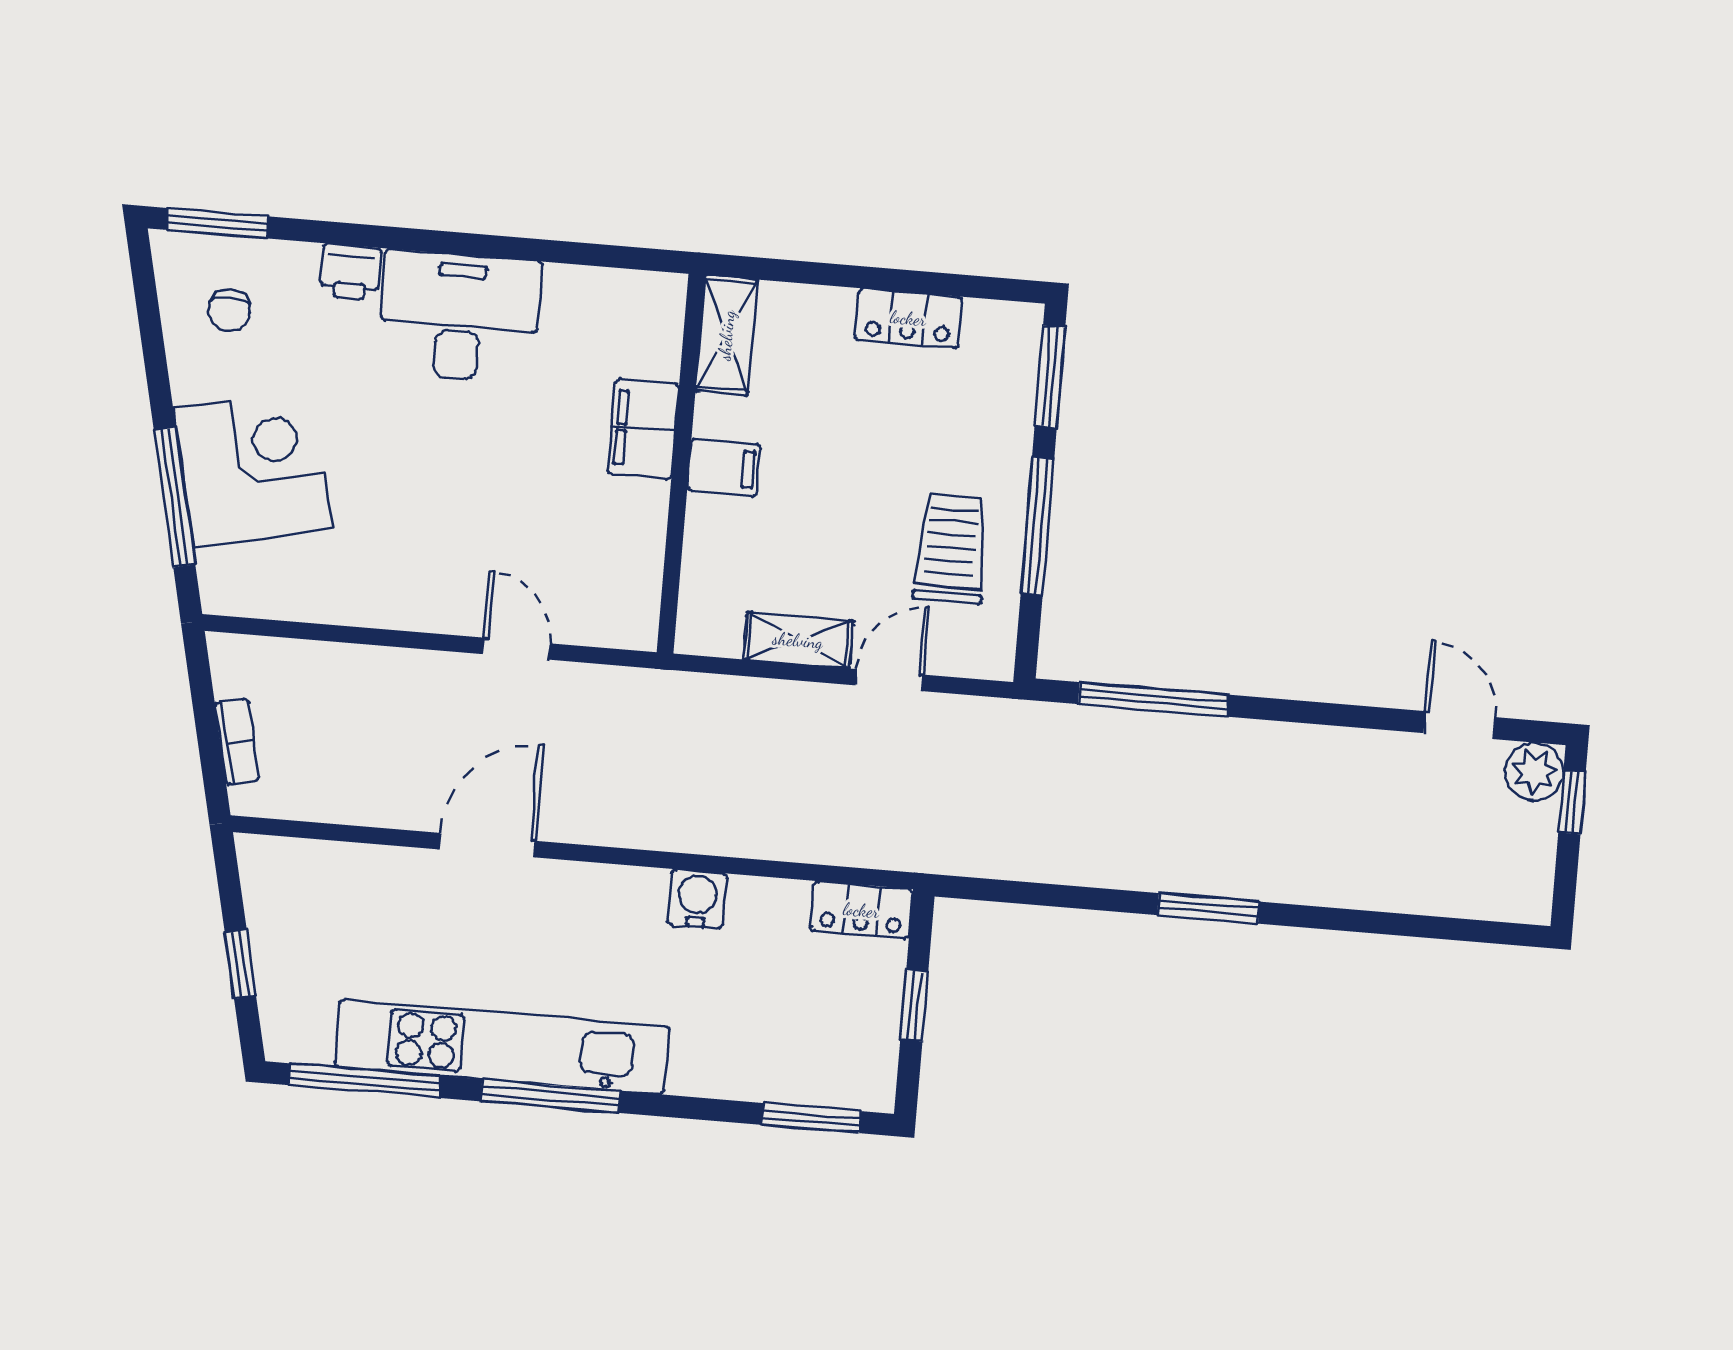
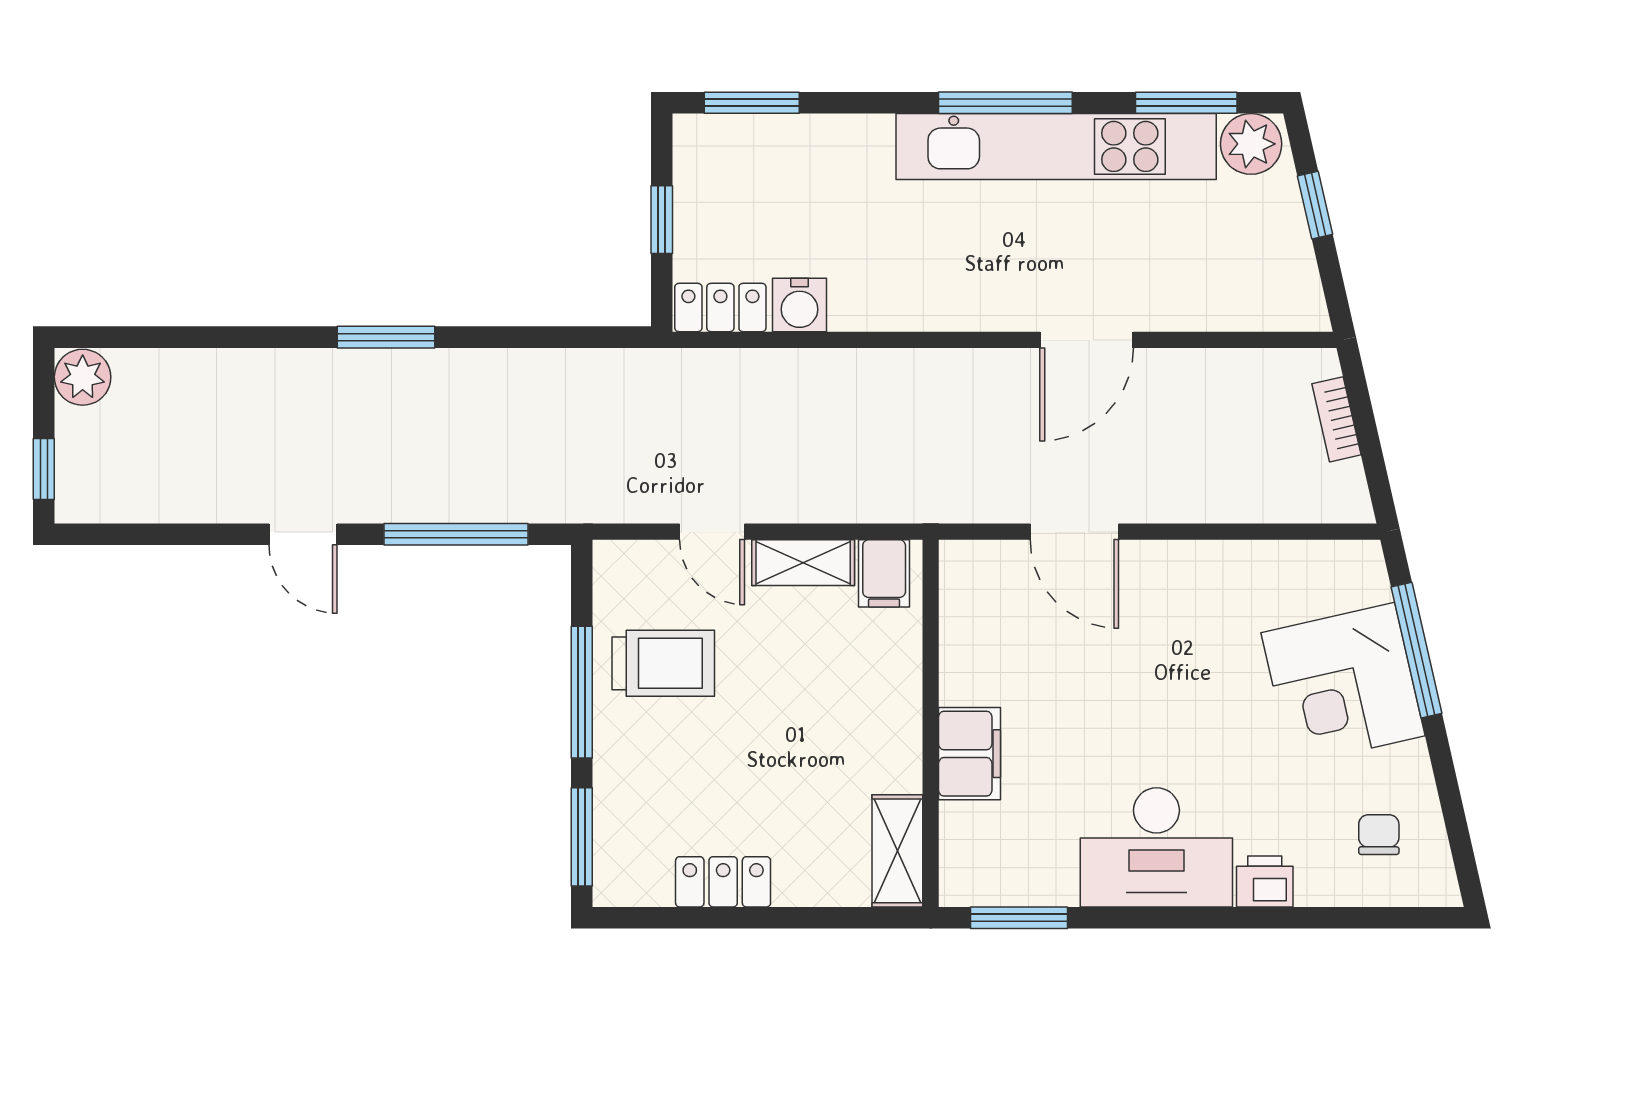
window: (217, 223) -> (1019, 918), moved
filing cabinet: (724, 467) -> (884, 573), moved, turned -90
trolley: (951, 549) -> (663, 663), turned -90
door: (516, 649) -> (1074, 532), width x1.38
door: (889, 680) -> (712, 532), hinge flipped
door: (1459, 725) -> (303, 534), moved
plant: (1534, 772) -> (83, 377), moved
water cooler: (697, 899) -> (800, 305), moved
plant: (301, 1033) -> (1251, 144), added
window: (364, 1081) -> (1186, 103), width x0.69

